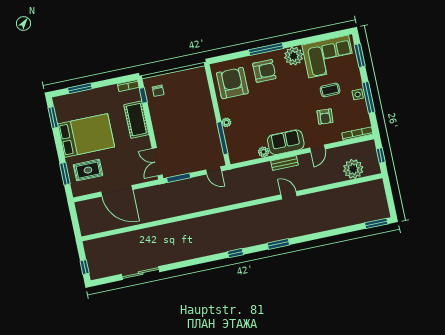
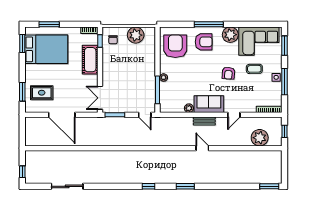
plant: (183, 80) -> (136, 35), added
armchair: (325, 117) -> (228, 73), moved
bed: (86, 135) -> (46, 49), moved

